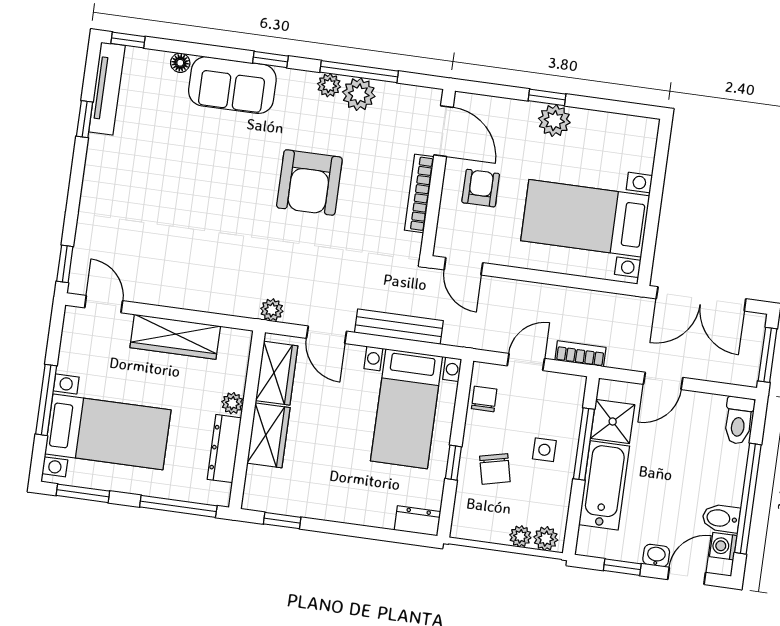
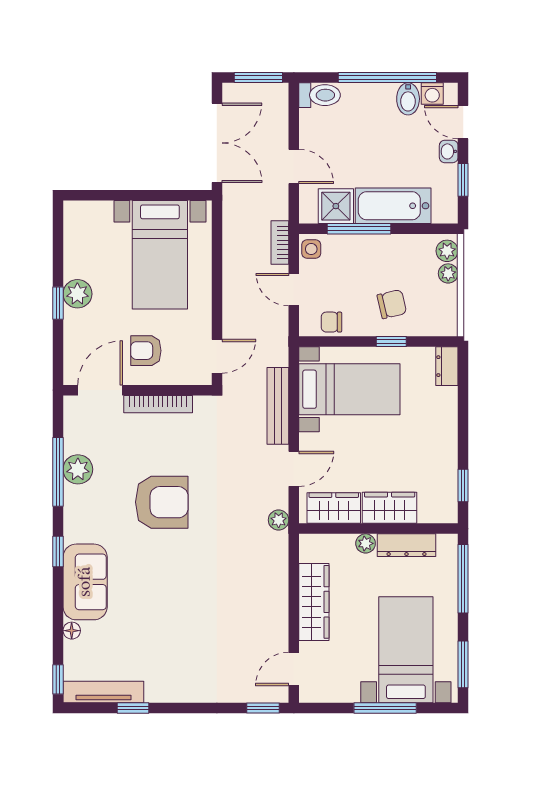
plant: (329, 85) -> (74, 497), removed
side table: (544, 450) -> (311, 249), moved

